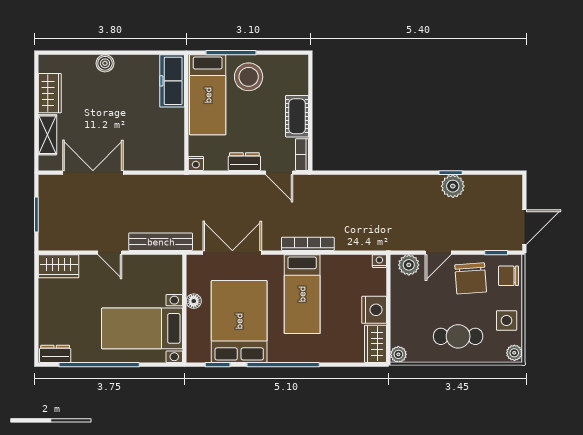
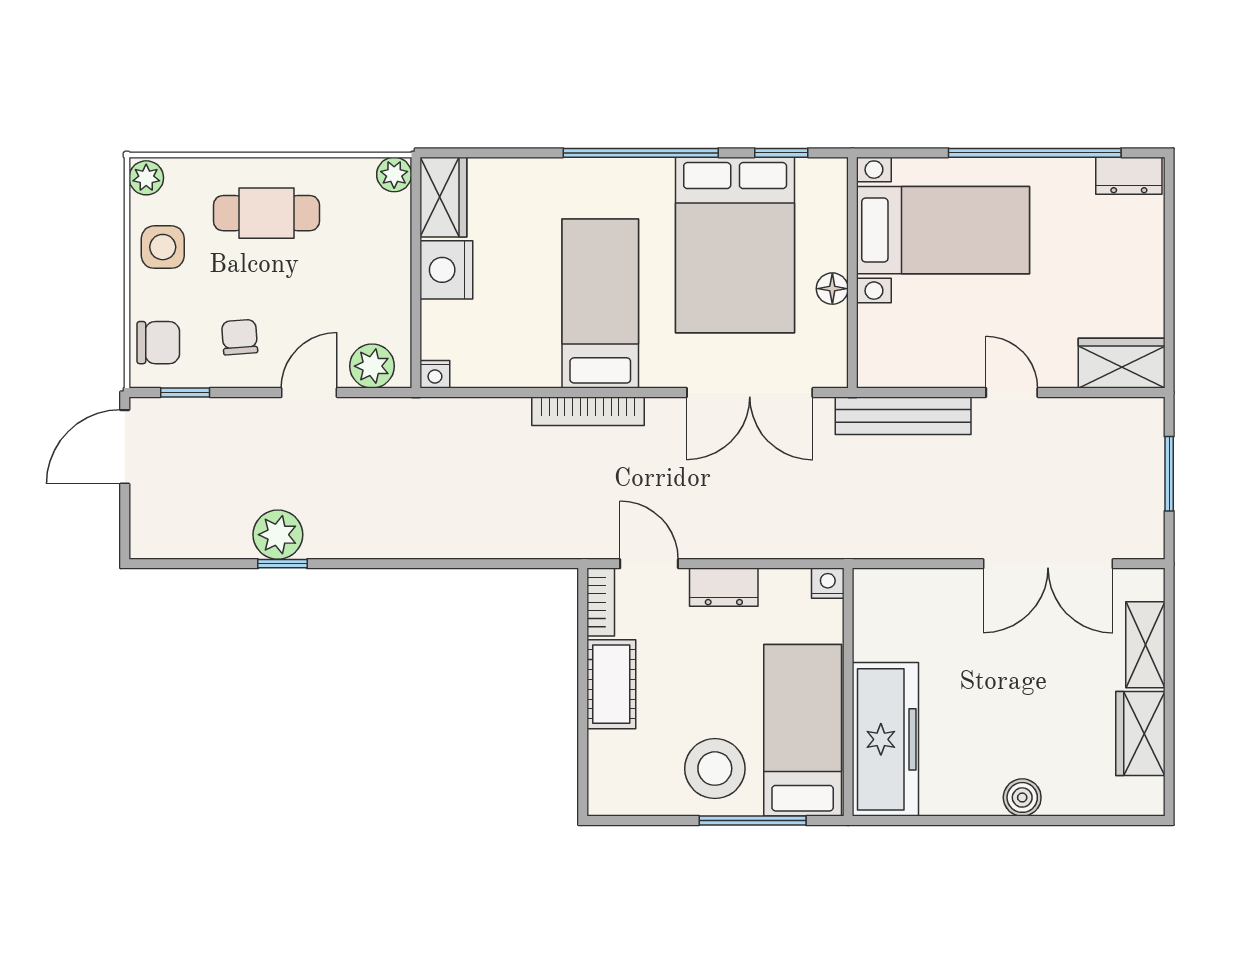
freezer: (172, 81) -> (885, 739), width x1.36, depth x1.26
chair: (471, 278) -> (240, 337), width x0.54, depth x0.54

